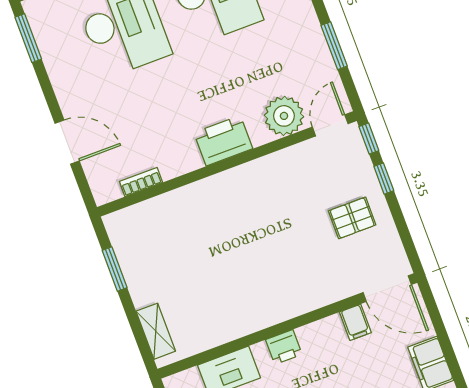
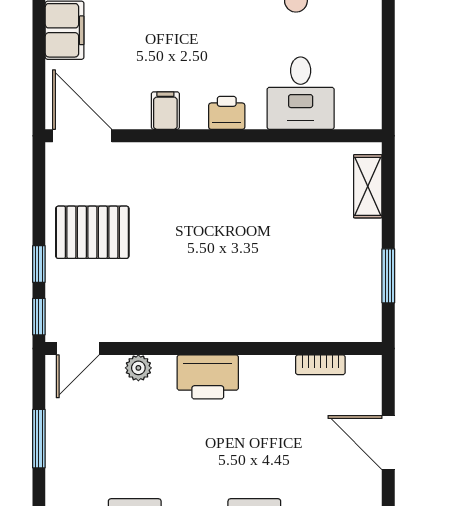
plant: (284, 116) -> (138, 368), width x0.53, depth x0.53
pallet: (352, 218) -> (92, 232), width x1.50, depth x1.42
filing cabinet: (355, 322) -> (165, 111), moved

